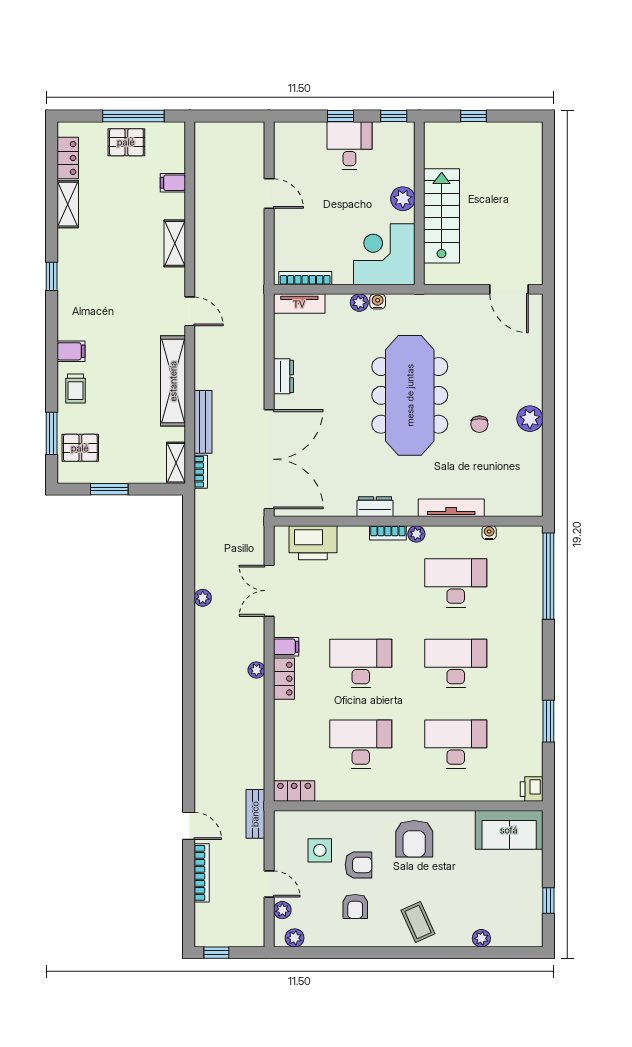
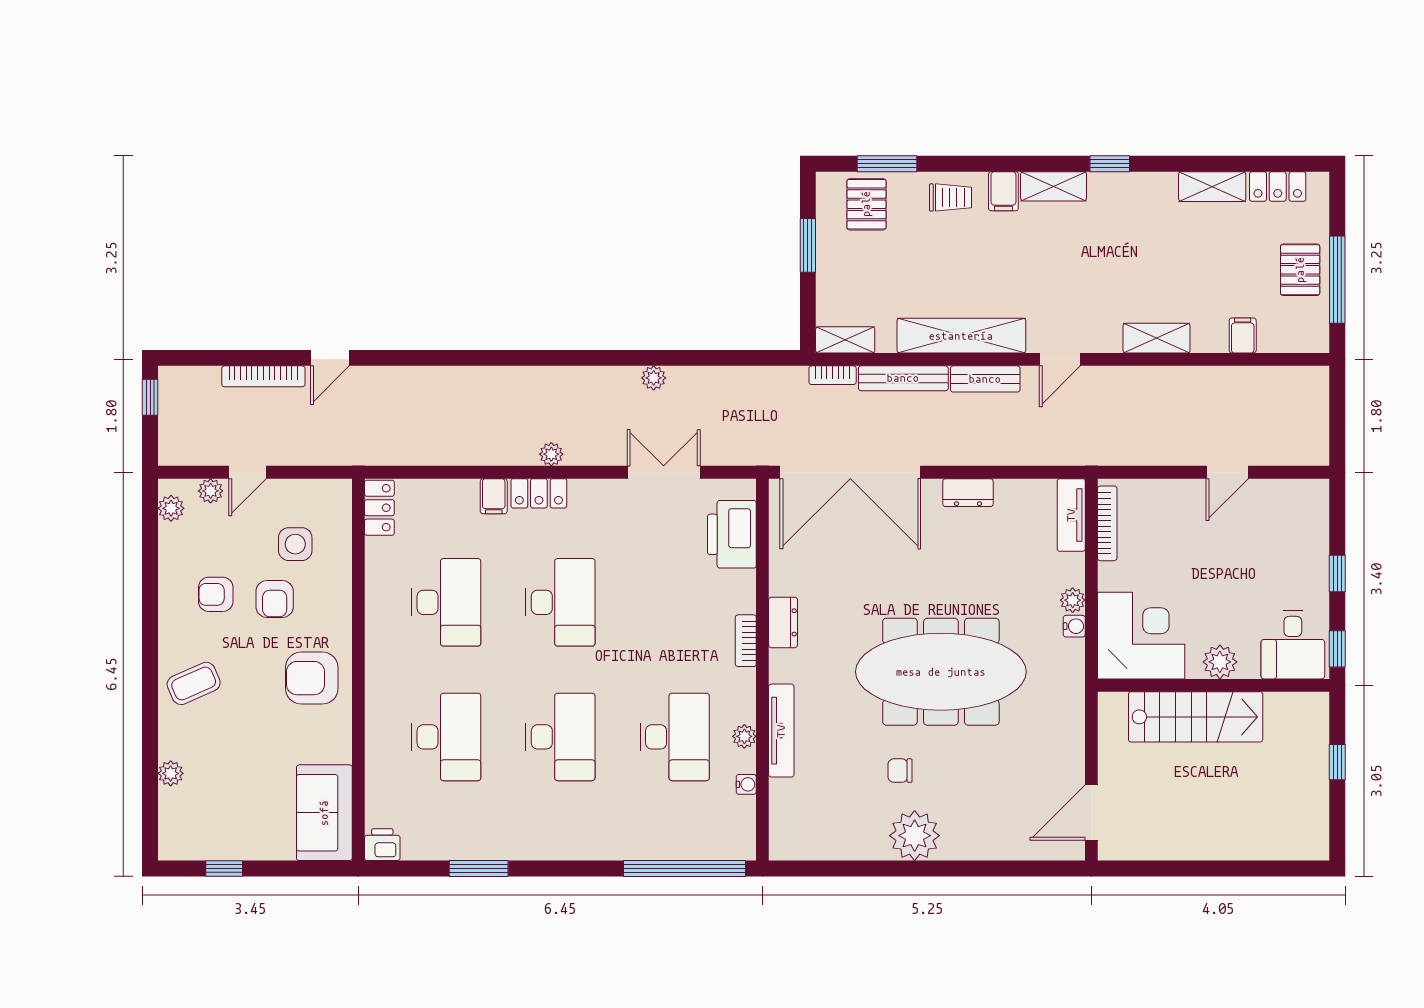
desk: (349, 146) -> (1293, 645), moved, turned 90
shelving: (68, 316) -> (1054, 186), added
trolley: (75, 389) -> (951, 197), turned 180
plant: (530, 419) -> (915, 836), width x1.36, depth x1.36
plant: (416, 534) -> (744, 736), moved
filing cabinet: (286, 647) -> (494, 496), moved
bench: (255, 814) -> (985, 379), moved

